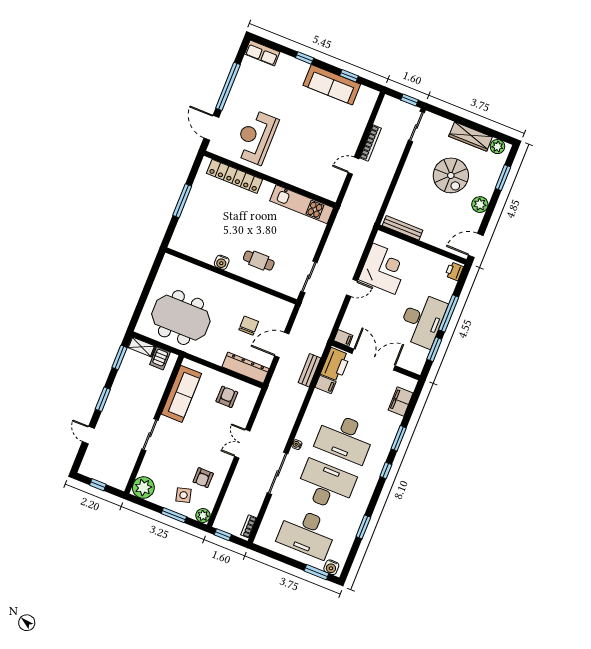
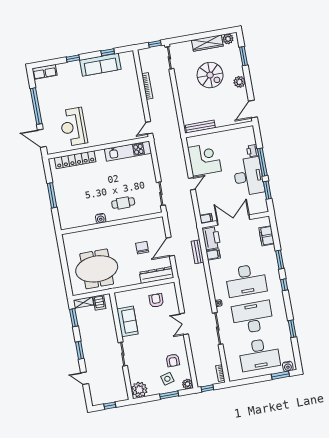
door: (353, 166) -> (149, 128), moved
printer: (454, 271) -> (252, 151), moved
sofa: (181, 394) -> (127, 321), width x0.73

